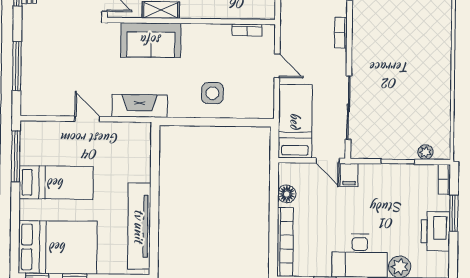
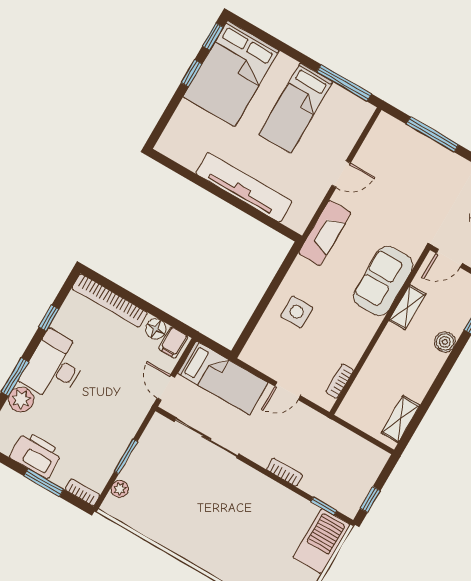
door: (328, 161) -> (166, 388), hinge flipped
filing cabinet: (349, 175) -> (173, 343), moved, turned -90
tv unit: (139, 226) -> (244, 187), moved

